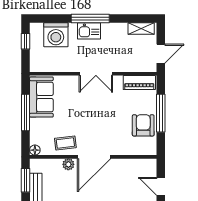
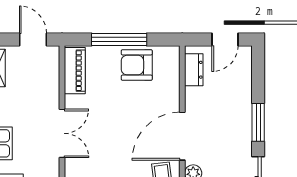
door: (94, 157) -> (182, 136), swing flipped
dresser: (140, 165) -> (194, 70), added

